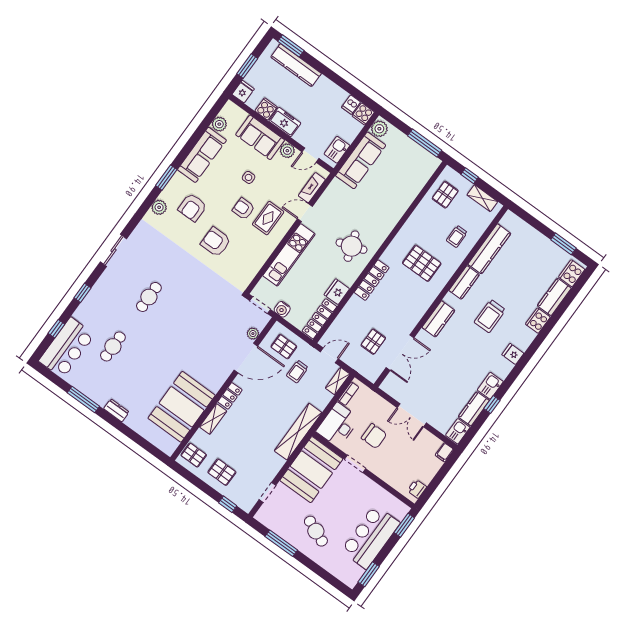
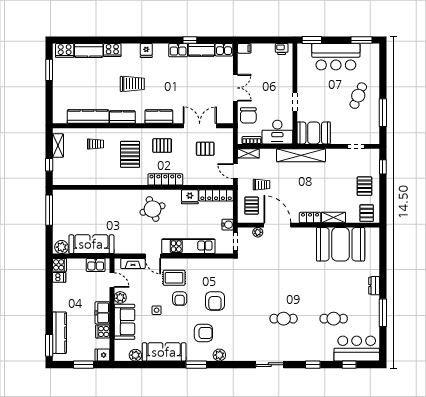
pallet: (445, 195) -> (162, 146), moved
chair: (374, 436) -> (248, 115), moved, turned 180
booth: (311, 470) -> (314, 133), width x0.73, depth x0.70

